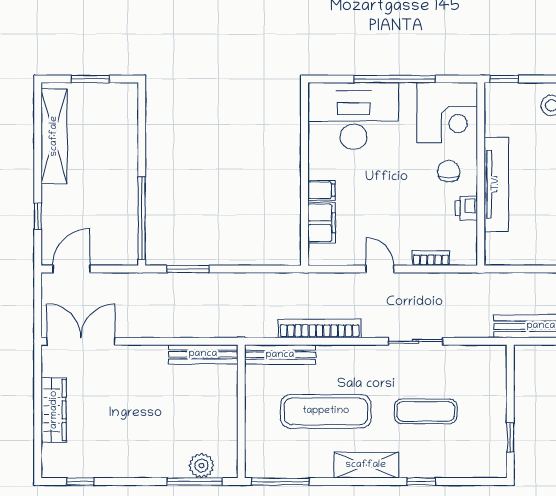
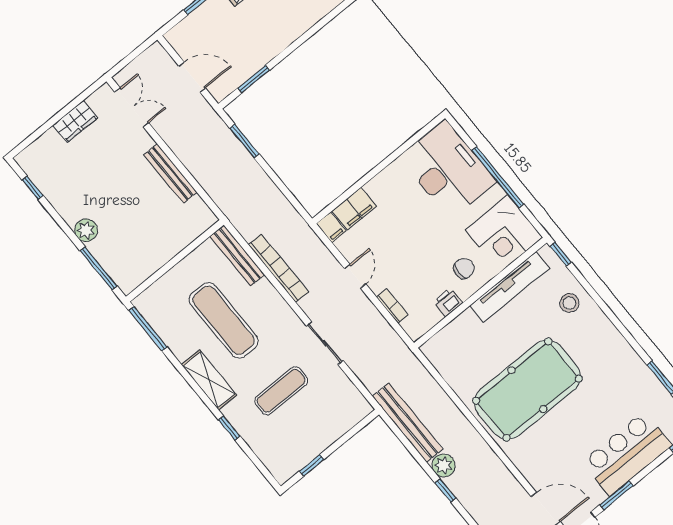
tv unit: (496, 184) -> (510, 287), moved
filing cabinet: (321, 190) -> (331, 227), moved
window: (142, 218) -> (254, 79), width x0.47
door: (71, 269) -> (192, 77), moved
double door: (81, 341) -> (132, 107), width x0.73
bench: (203, 354) -> (170, 173), moved
wardrobe: (54, 410) -> (75, 121), width x0.67
exercise mat: (426, 411) -> (281, 391), turned 90
plant: (201, 466) -> (86, 230), moved

